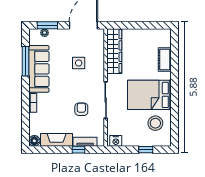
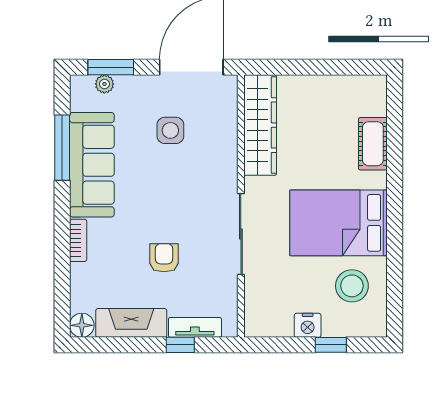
side table: (79, 63) -> (170, 130), moved
armchair: (81, 109) -> (164, 258), moved
nightstand: (116, 141) -> (308, 325), moved

